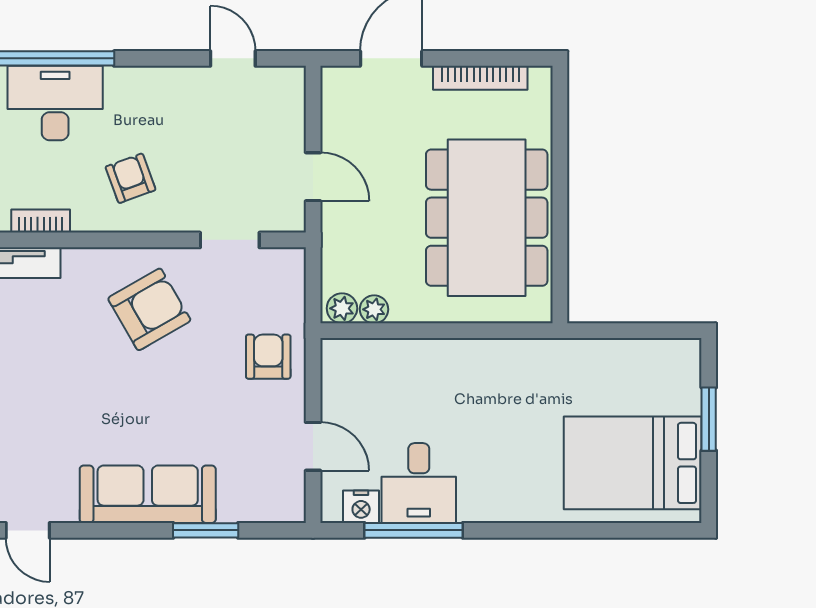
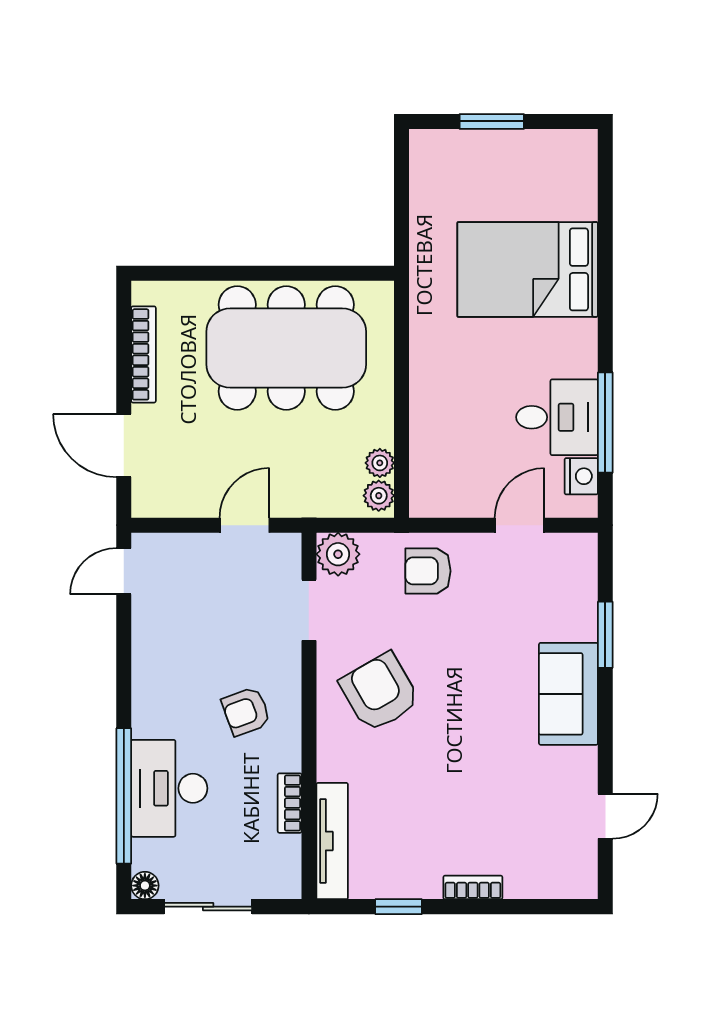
door: (233, 58) -> (124, 571), moved
plant: (285, 268) -> (338, 554), added
bed: (633, 463) -> (528, 269), moved, turned 90
sofa: (148, 494) -> (568, 694), width x0.73

